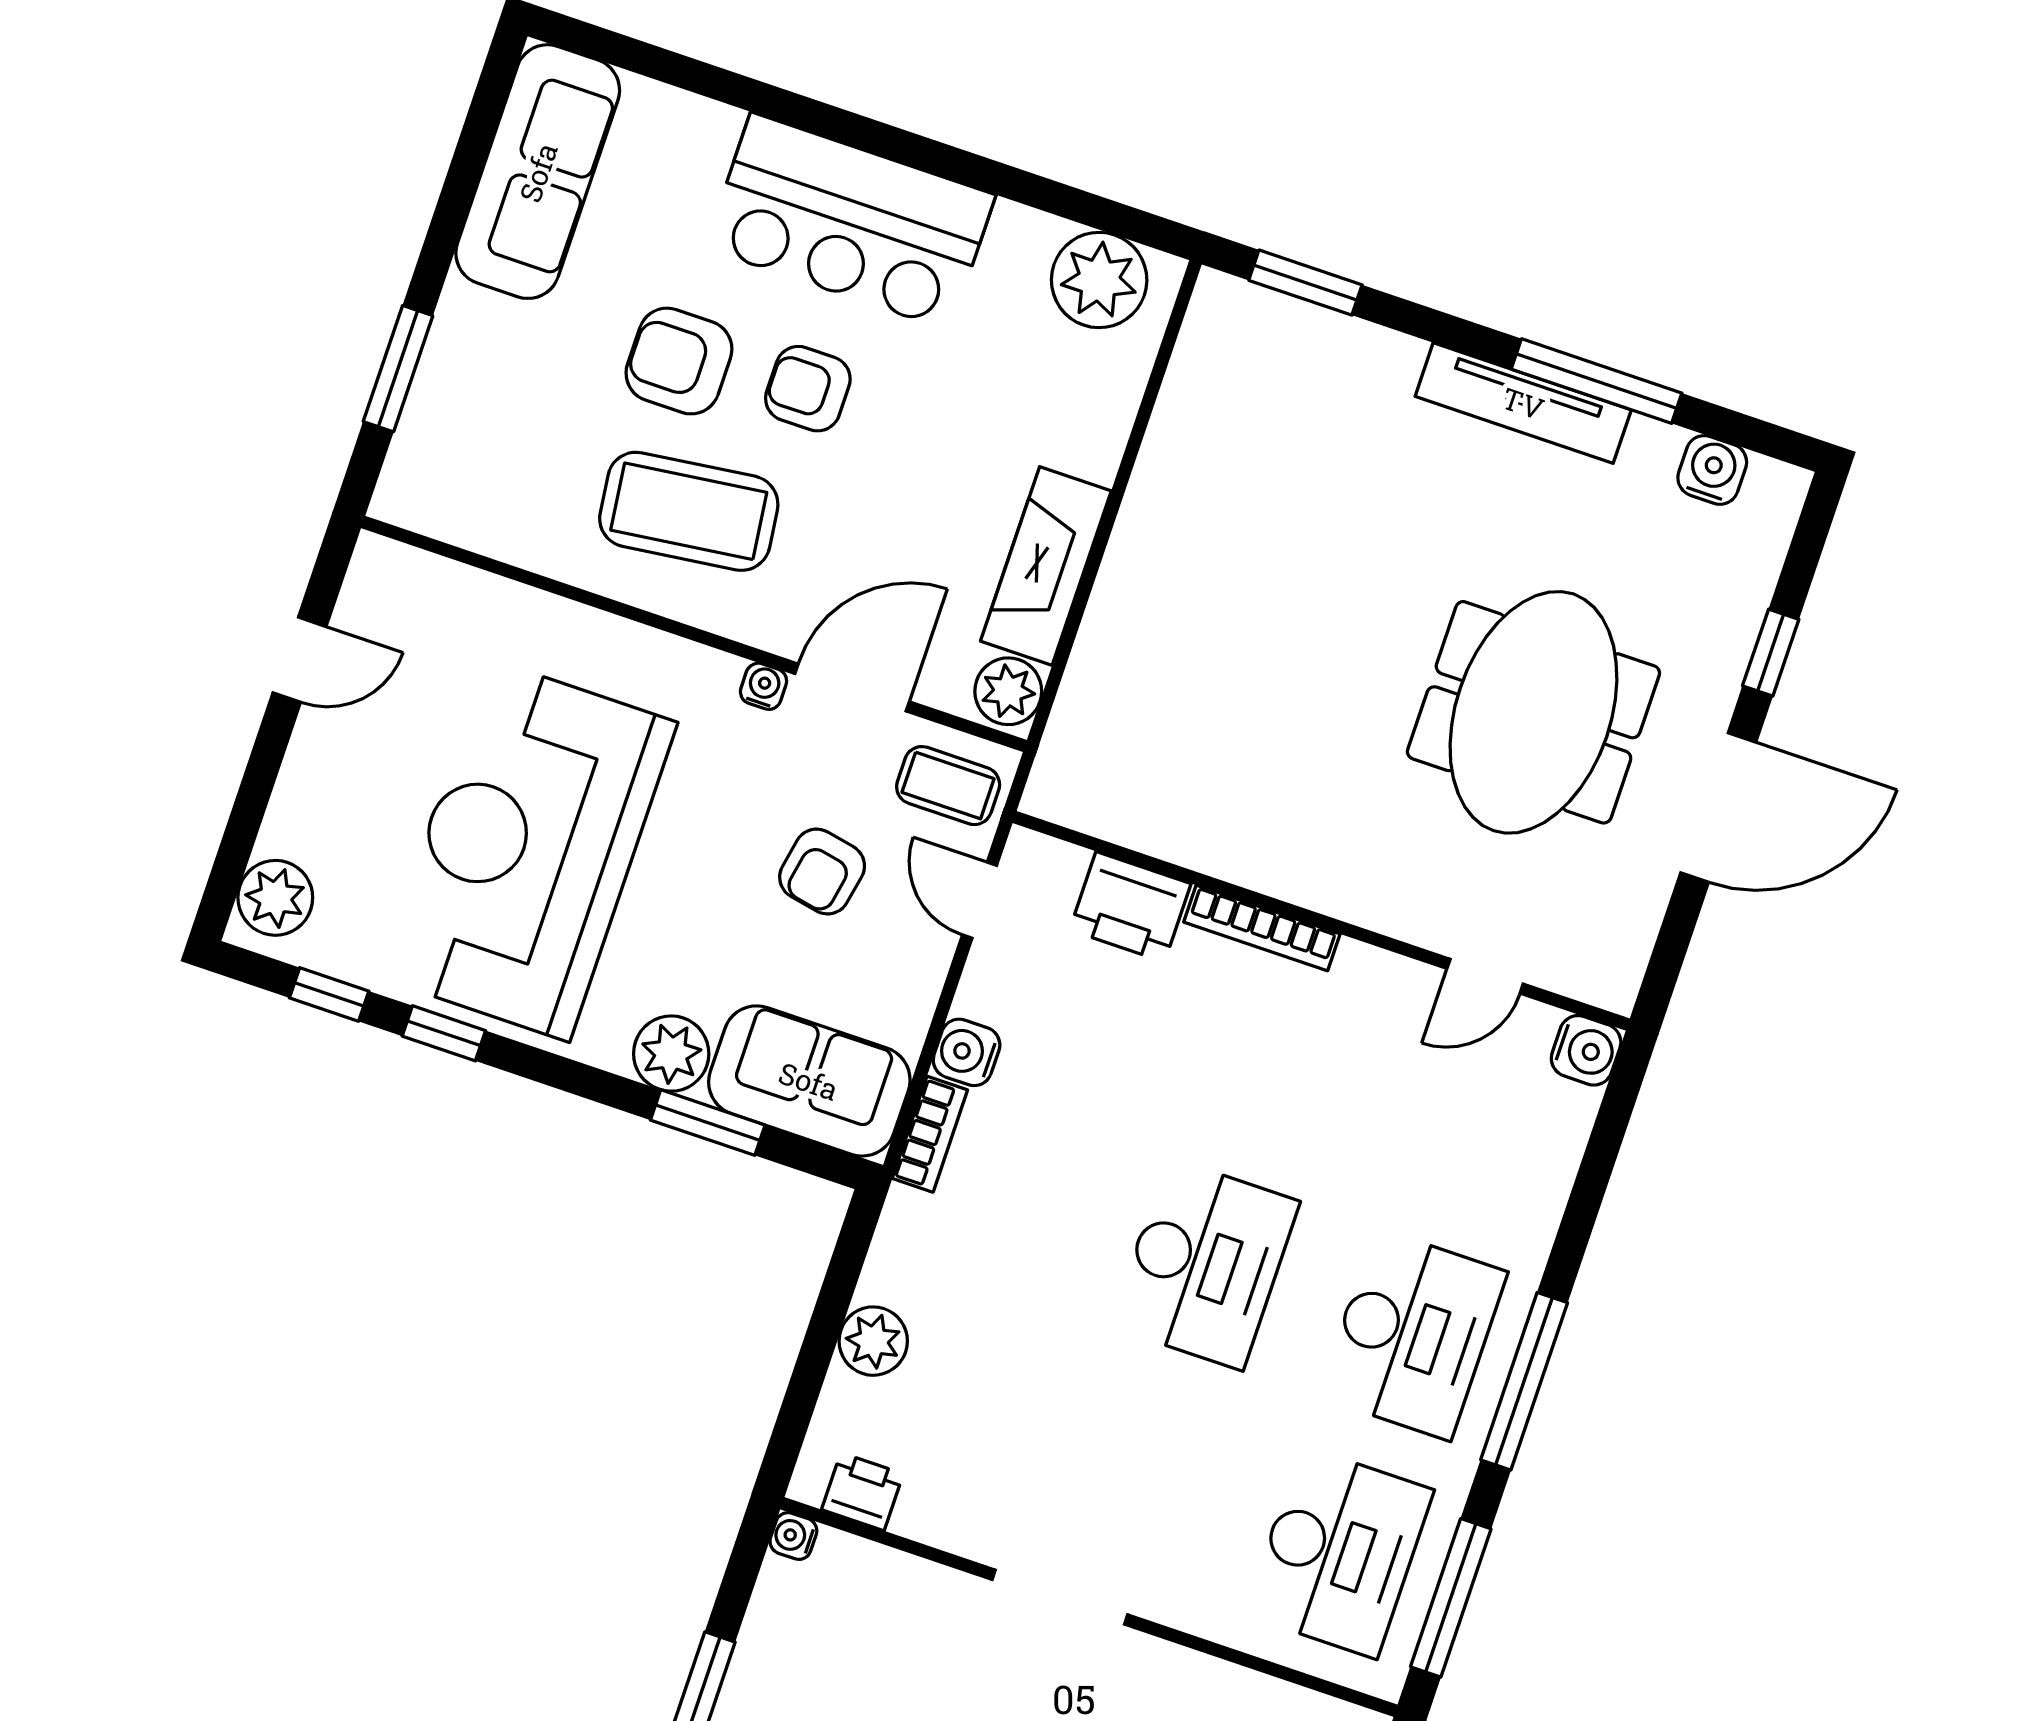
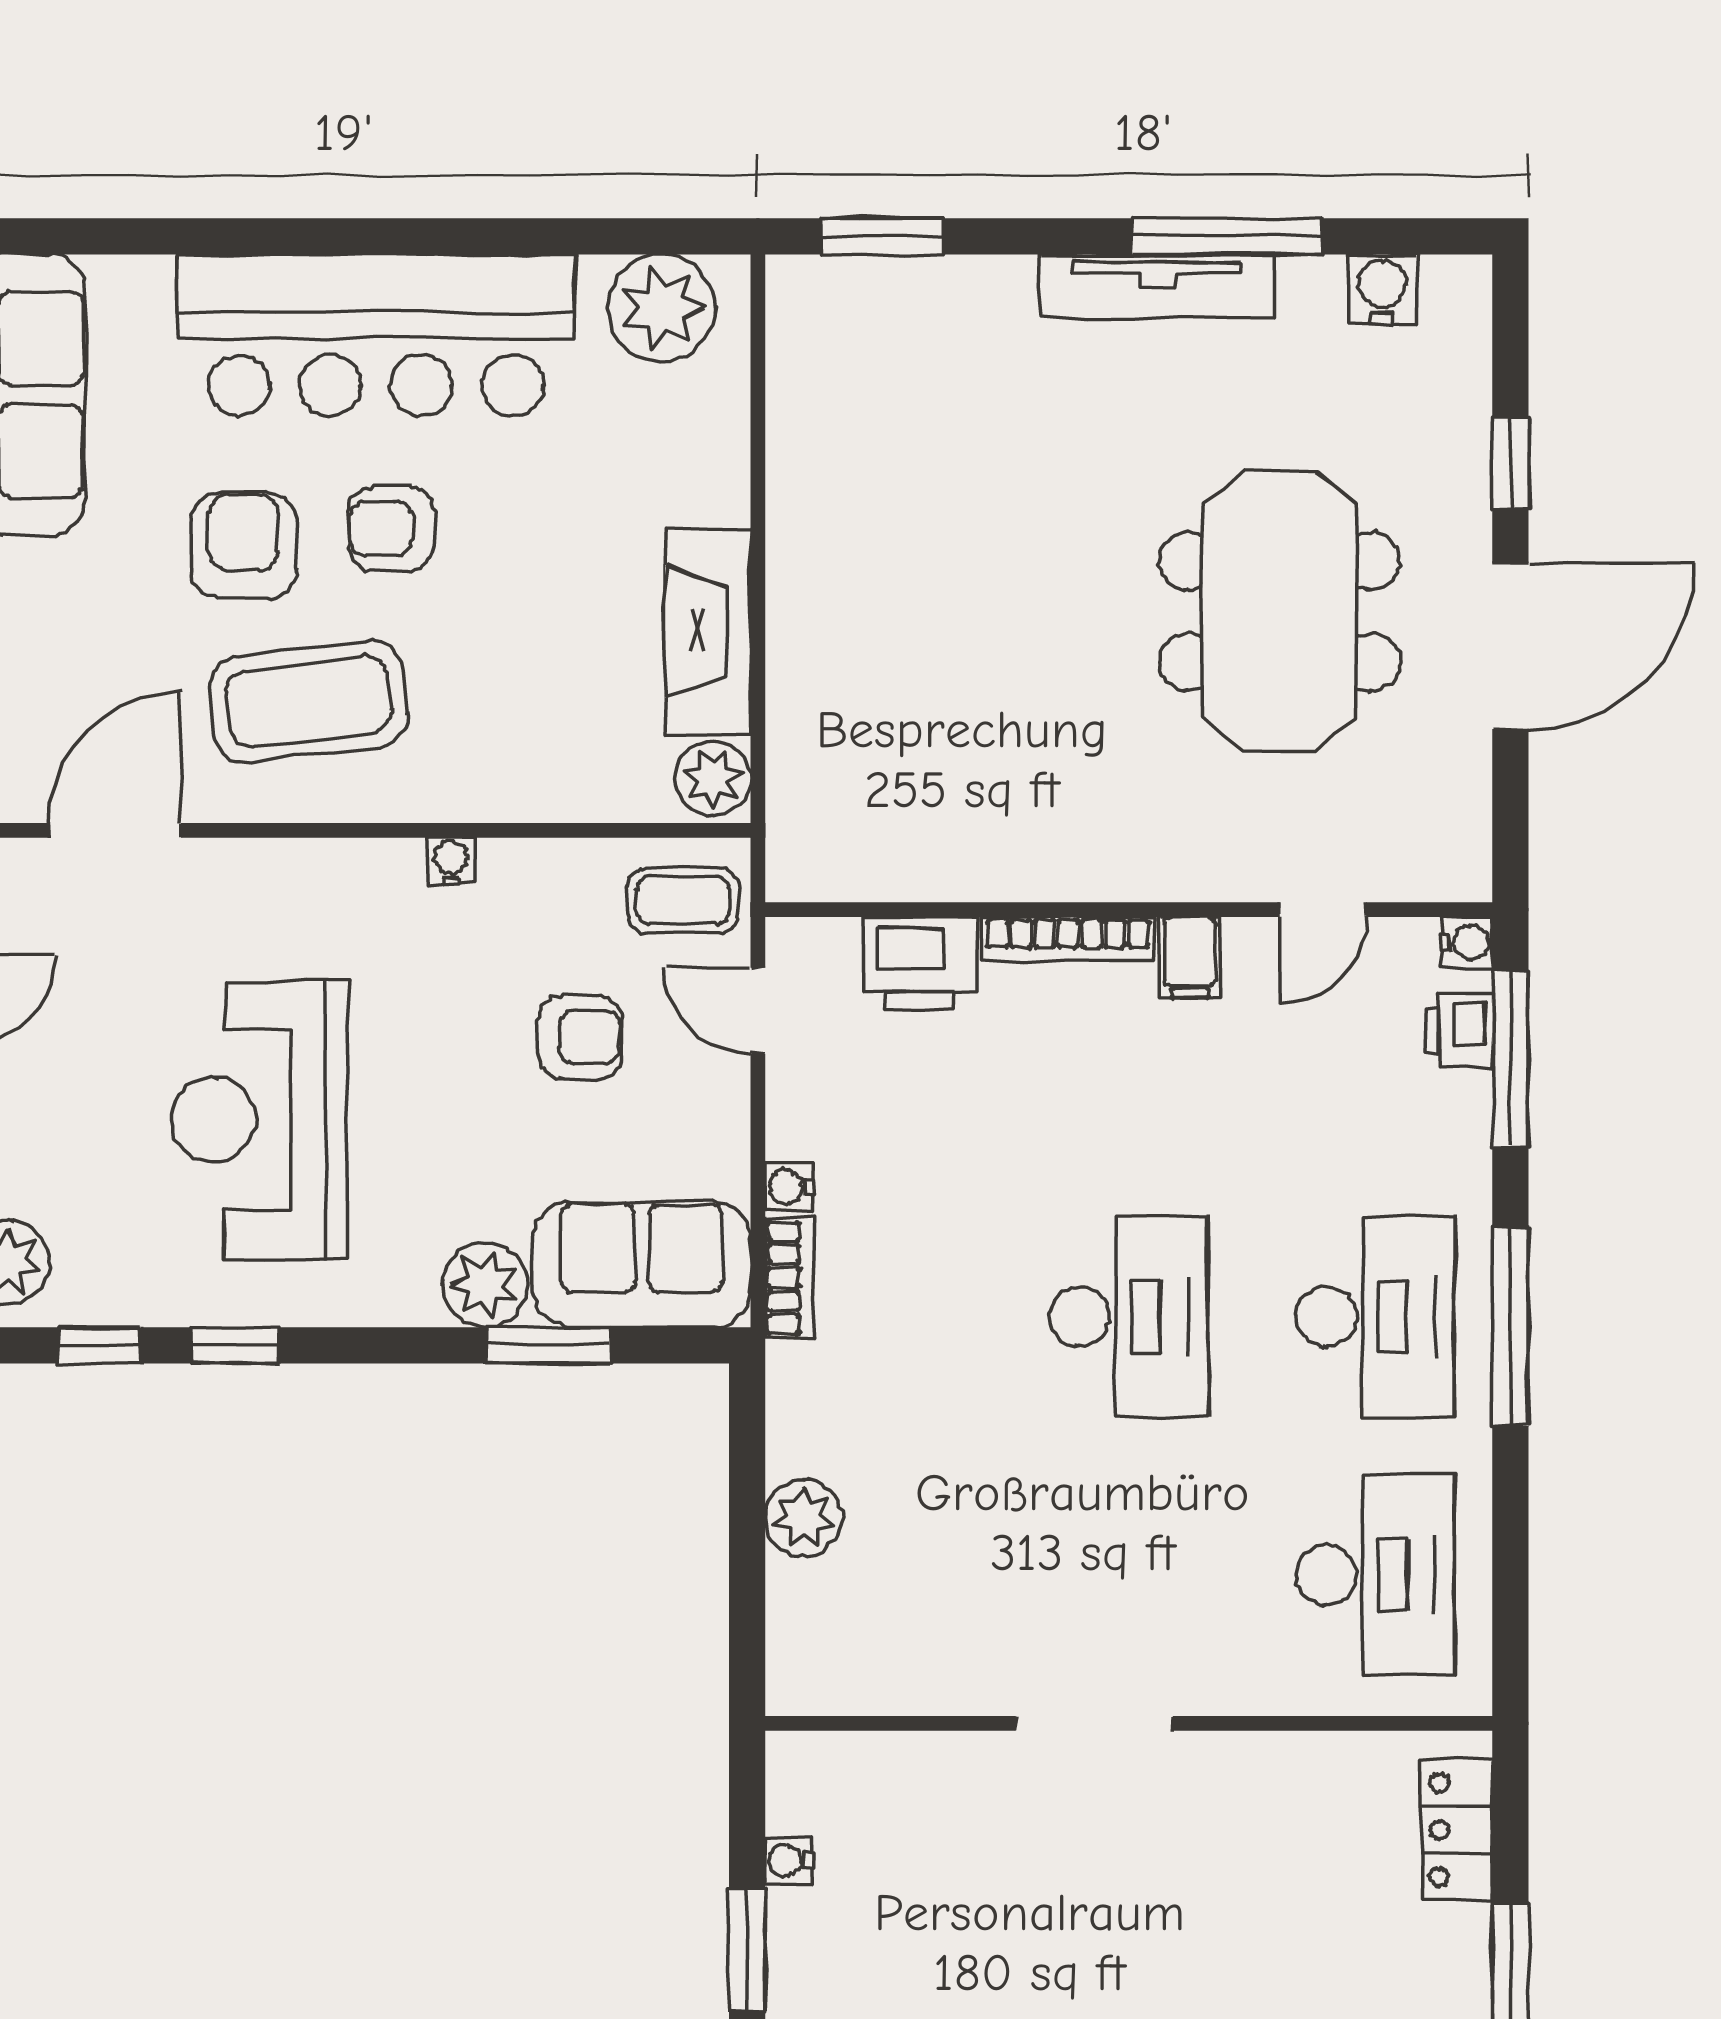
bar counter: (850, 221) -> (376, 335), width x1.36
armchair: (679, 361) -> (244, 545), turned 90
door: (852, 688) -> (115, 830), moved
reception desk: (528, 850) -> (259, 1120), width x0.74, depth x0.77
armchair: (822, 872) -> (580, 1037), turned -101
filing cabinet: (1359, 978) -> (1190, 957), added
water cooler: (1586, 1050) -> (1467, 942), width x0.72, depth x0.72
water cooler: (967, 1052) -> (789, 1187), width x0.72, depth x0.72
printer: (862, 1492) -> (1459, 1030), moved, turned -90
water cooler: (793, 1536) -> (789, 1860), moved
window: (1451, 1598) -> (1510, 1059), moved

